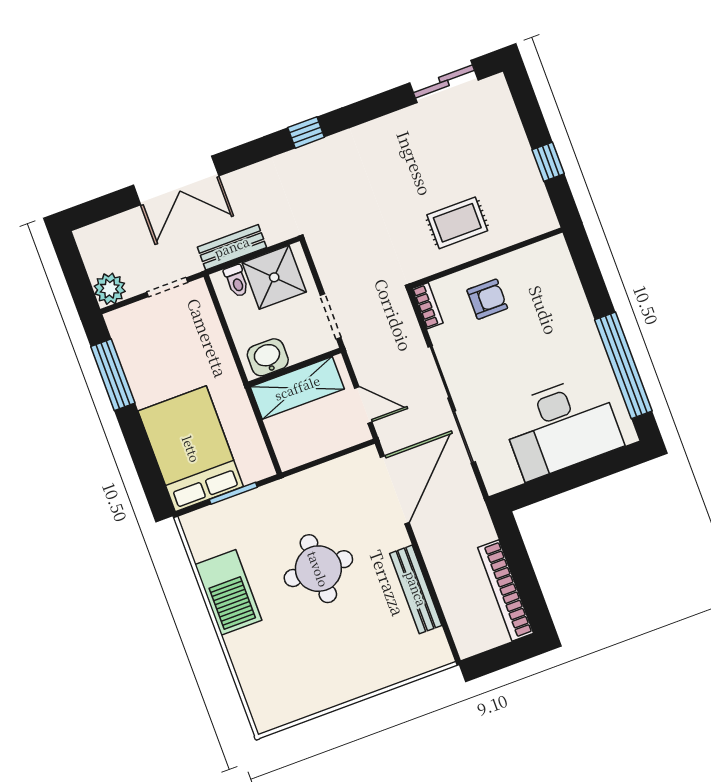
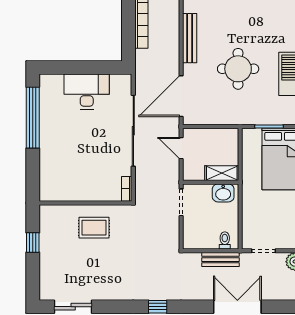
shower: (274, 277) -> (204, 235), removed
armchair: (487, 299) -> (93, 181), removed
shelving: (297, 388) -> (222, 173), width x0.67, depth x0.75
desk: (561, 427) -> (87, 91), width x0.73, depth x0.77

